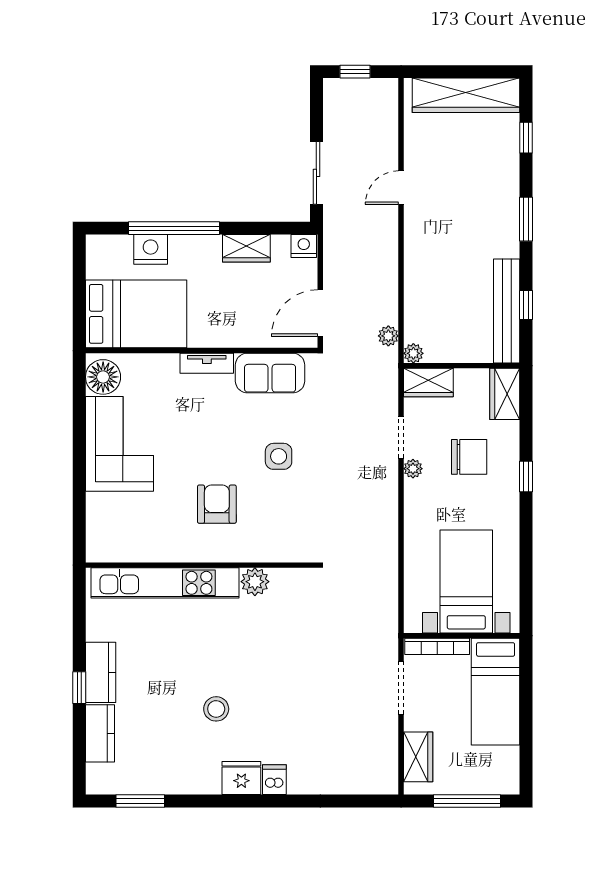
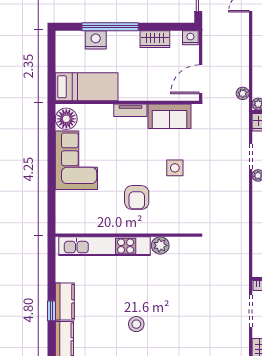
bed: (136, 314) -> (87, 87), width x0.67
armchair: (217, 504) -> (137, 197), turned 180

